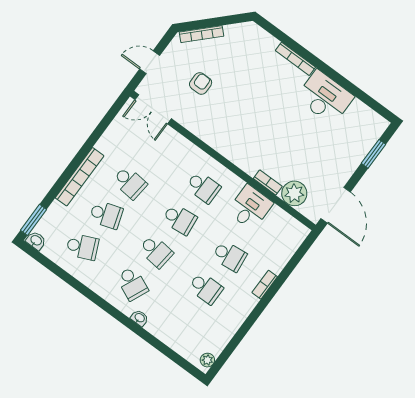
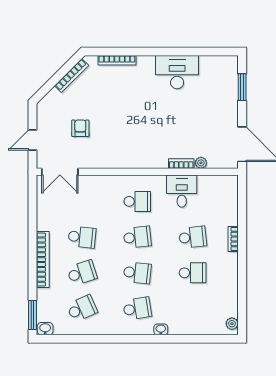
bookcase: (202, 34) -> (72, 75), moved
bookcase: (295, 59) -> (117, 60), moved
plant: (294, 193) -> (201, 163), width x0.53, depth x0.53
school desk: (132, 284) -> (137, 308), turned -33

